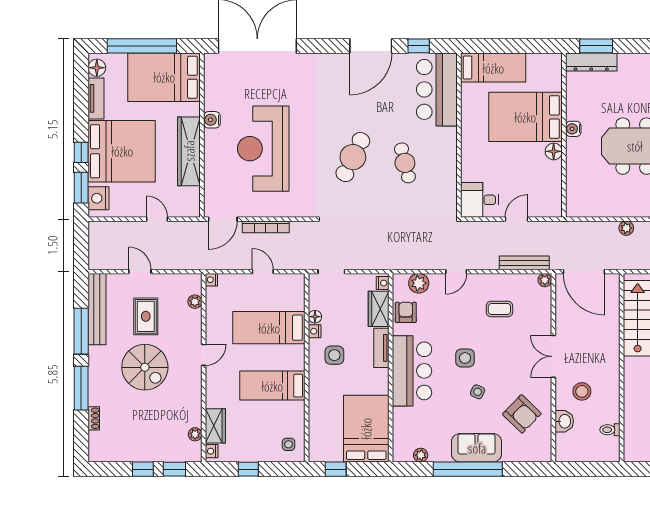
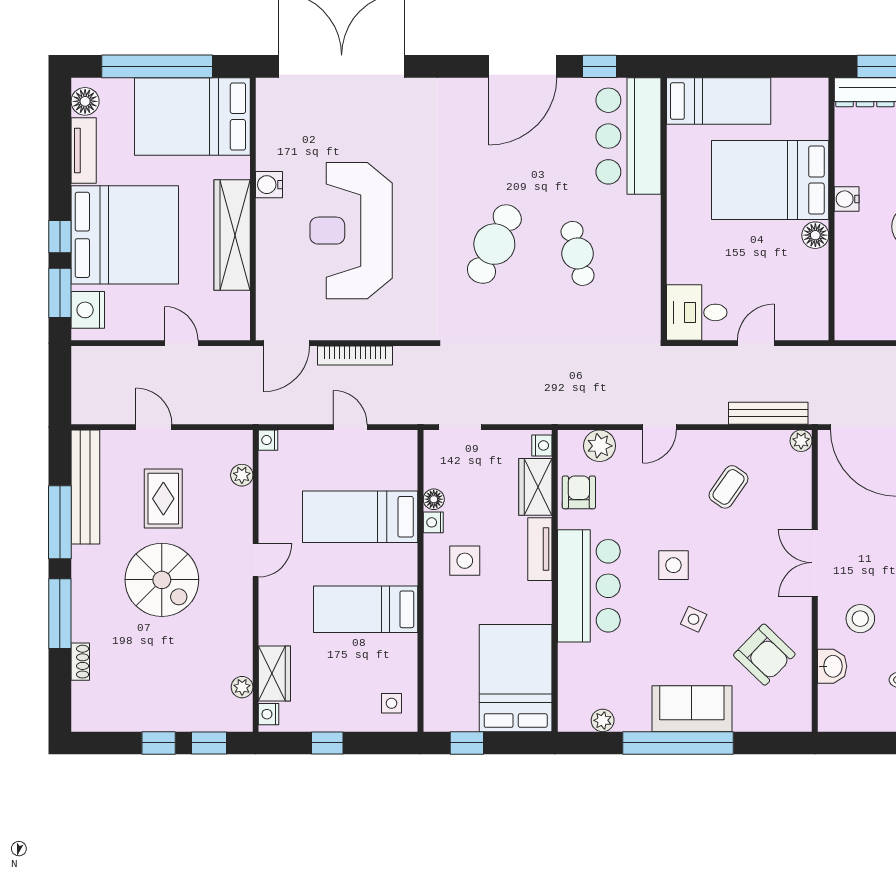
coffee table: (499, 309) -> (728, 487), turned -55

